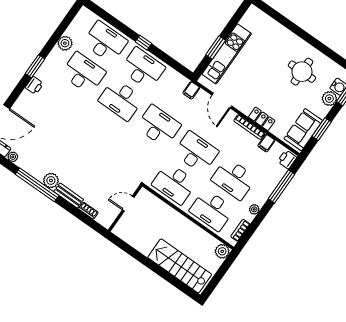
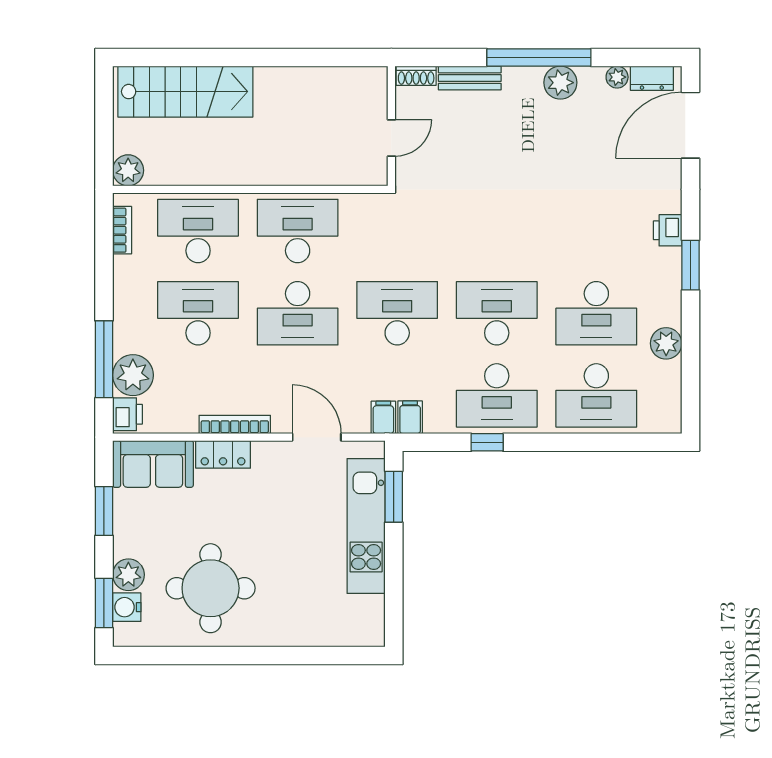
window: (143, 43) -> (487, 442), moved
window: (216, 48) -> (394, 497), moved
round table: (302, 72) -> (211, 588), width x1.36, depth x1.36
desk: (158, 126) -> (397, 313), turned 180
sofa: (303, 130) -> (153, 464), moved, turned 90
filing cabinet: (266, 143) -> (410, 417), moved
plant: (51, 180) -> (560, 83), moved
door: (128, 204) -> (391, 138), moved
wall: (125, 208) -> (391, 126), moved
plant: (254, 209) -> (133, 375), moved, width x1.88, depth x1.88

